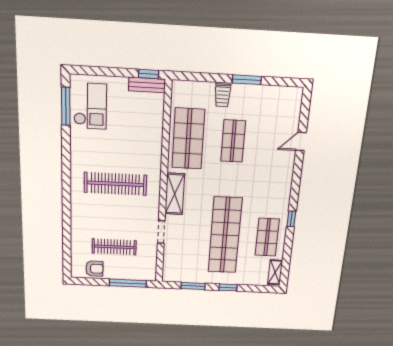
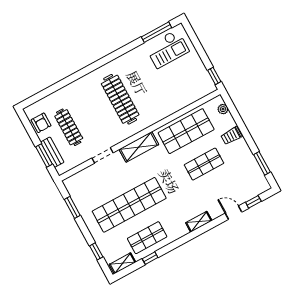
window: (247, 80) -> (262, 163), moved
bench: (147, 85) -> (52, 152), moved
plant: (189, 87) -> (223, 109), added
window: (304, 115) -> (253, 202), added
shelving: (286, 181) -> (199, 222), added
window: (291, 219) -> (150, 258), moved
window: (128, 283) -> (44, 156), width x0.69
window: (228, 287) -> (96, 251), moved

